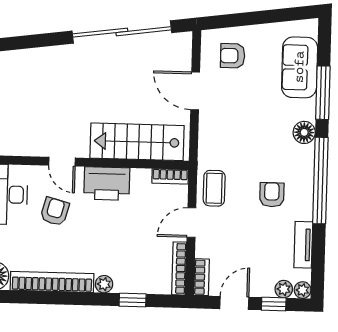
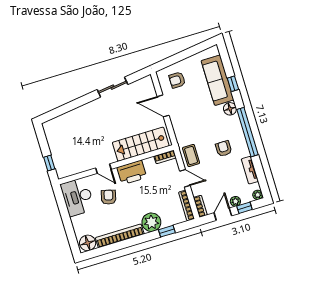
sliding door: (122, 32) -> (113, 87), width x0.54
sofa: (300, 67) -> (217, 80), width x1.36
window: (323, 93) -> (233, 84), width x0.46
door: (191, 223) -> (185, 178), swing flipped
plant: (104, 284) -> (151, 222), width x1.87, depth x1.87
plant: (284, 289) -> (235, 201), moved

